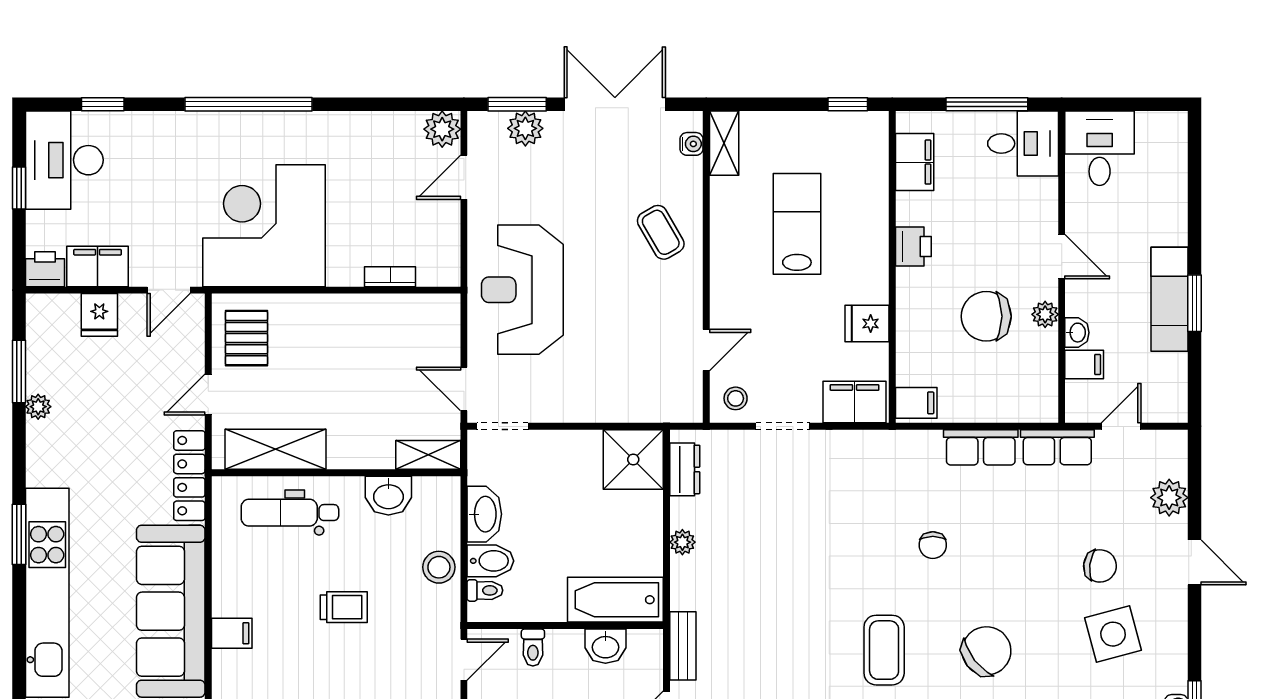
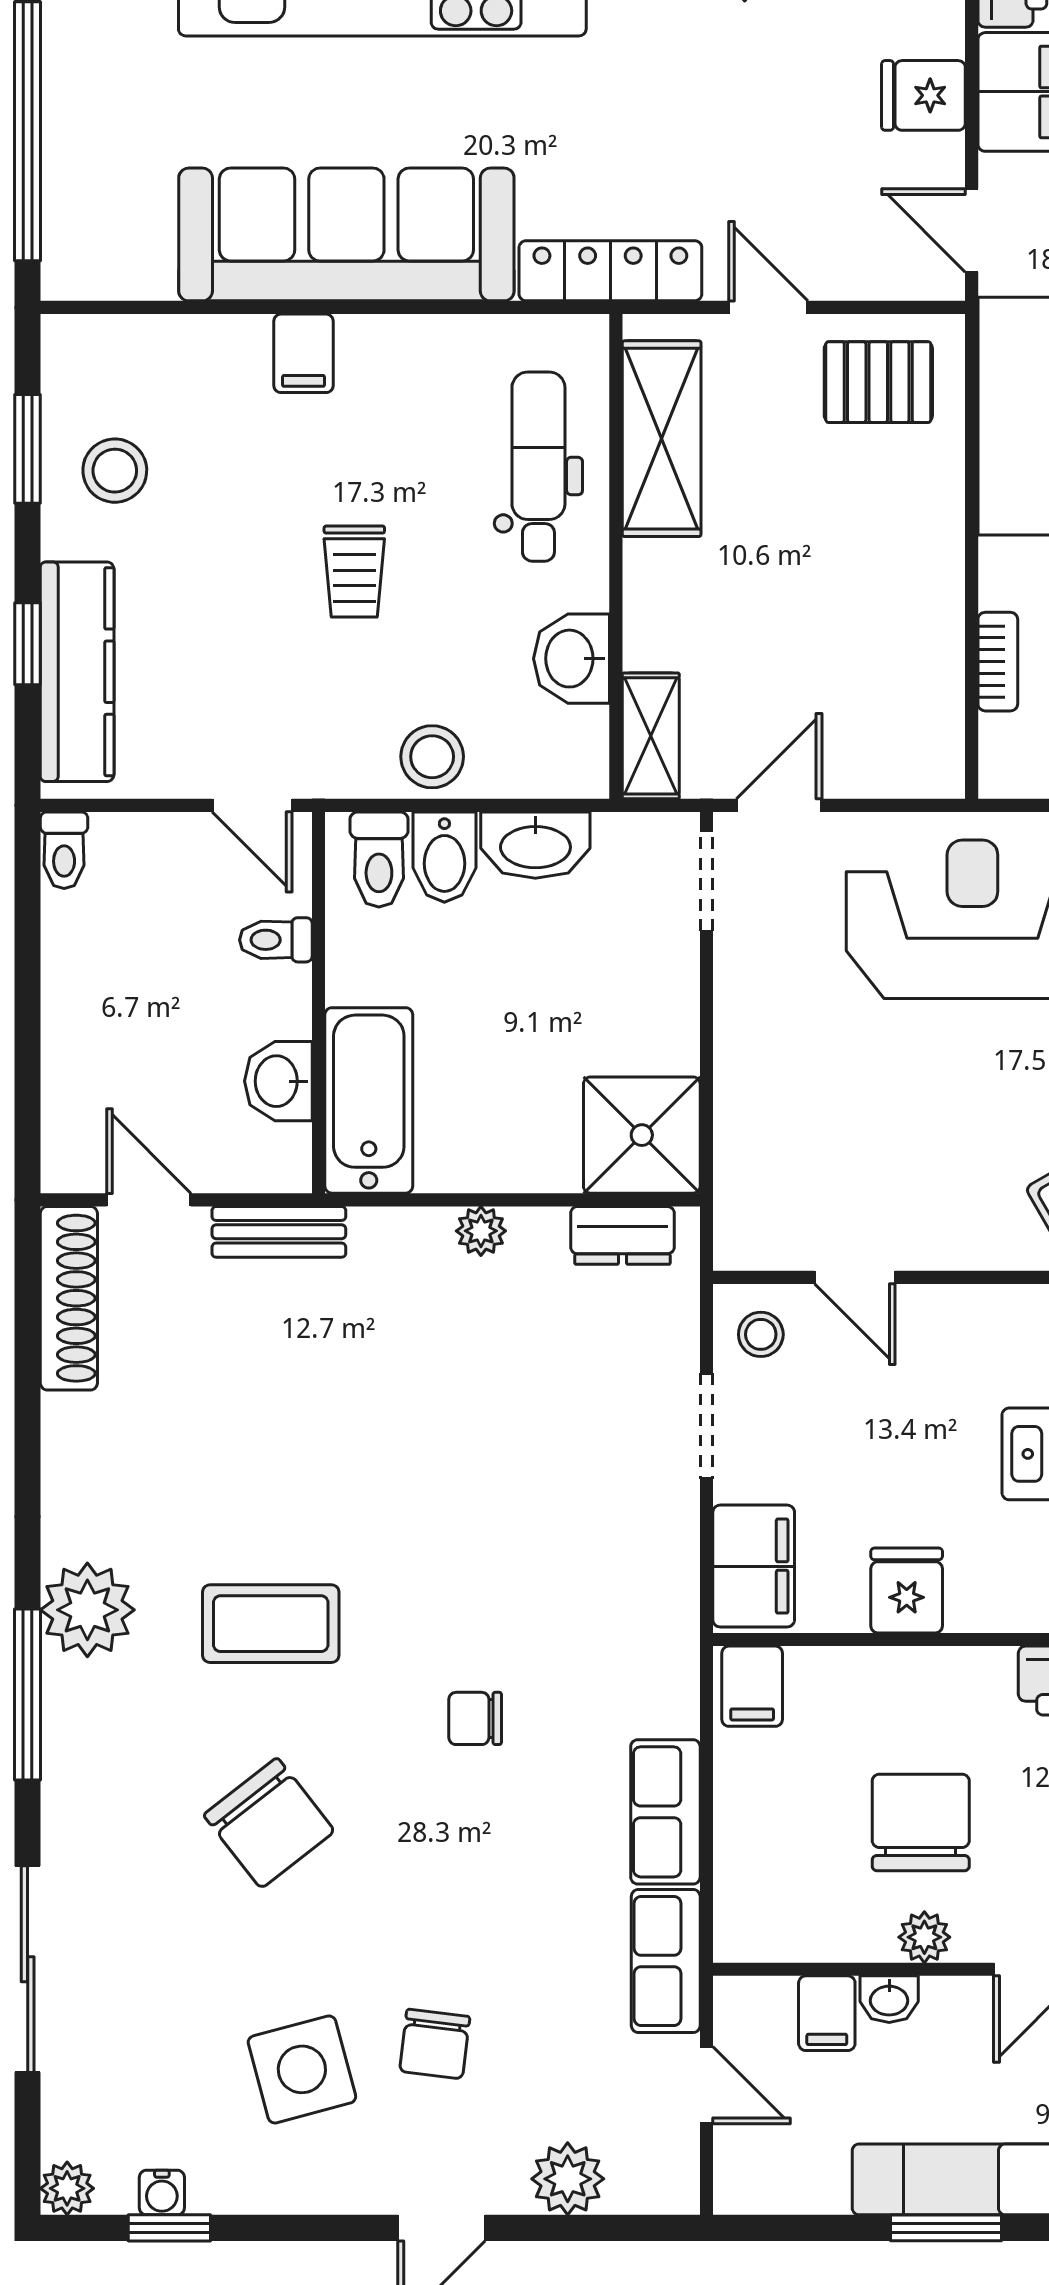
toilet: (485, 590) -> (379, 860), width x1.37, depth x1.39

